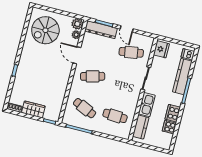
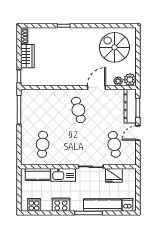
fridge: (161, 49) -> (114, 175), moved
cafe table: (85, 108) -> (43, 110), removed
cooker: (169, 127) -> (34, 205), moved

